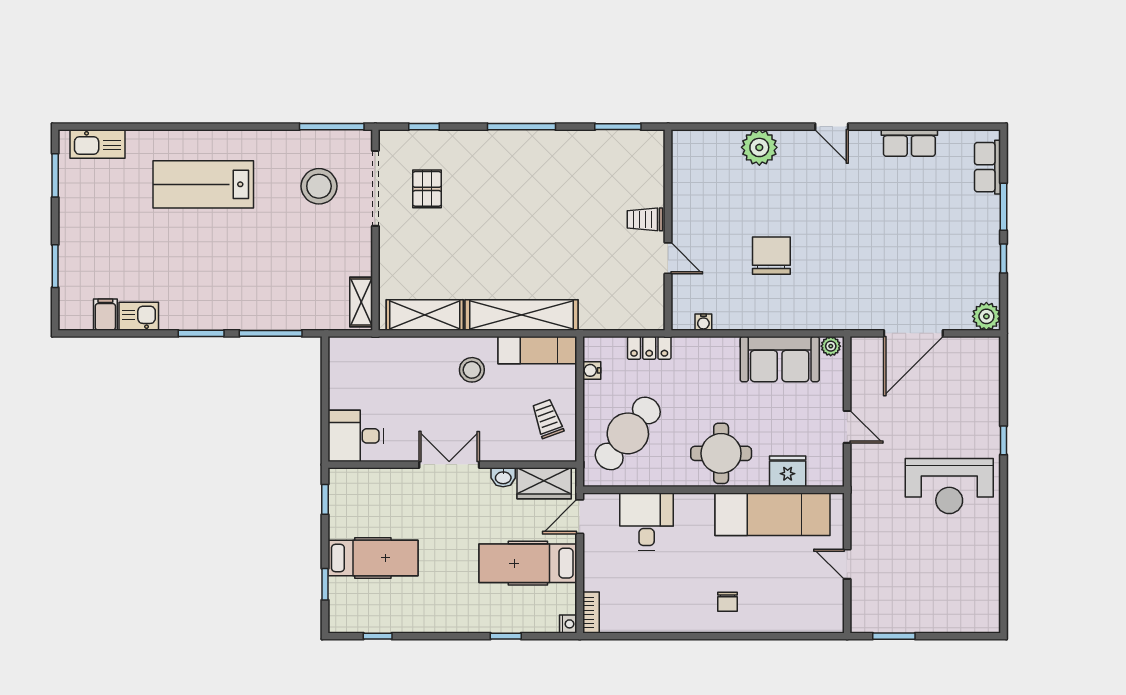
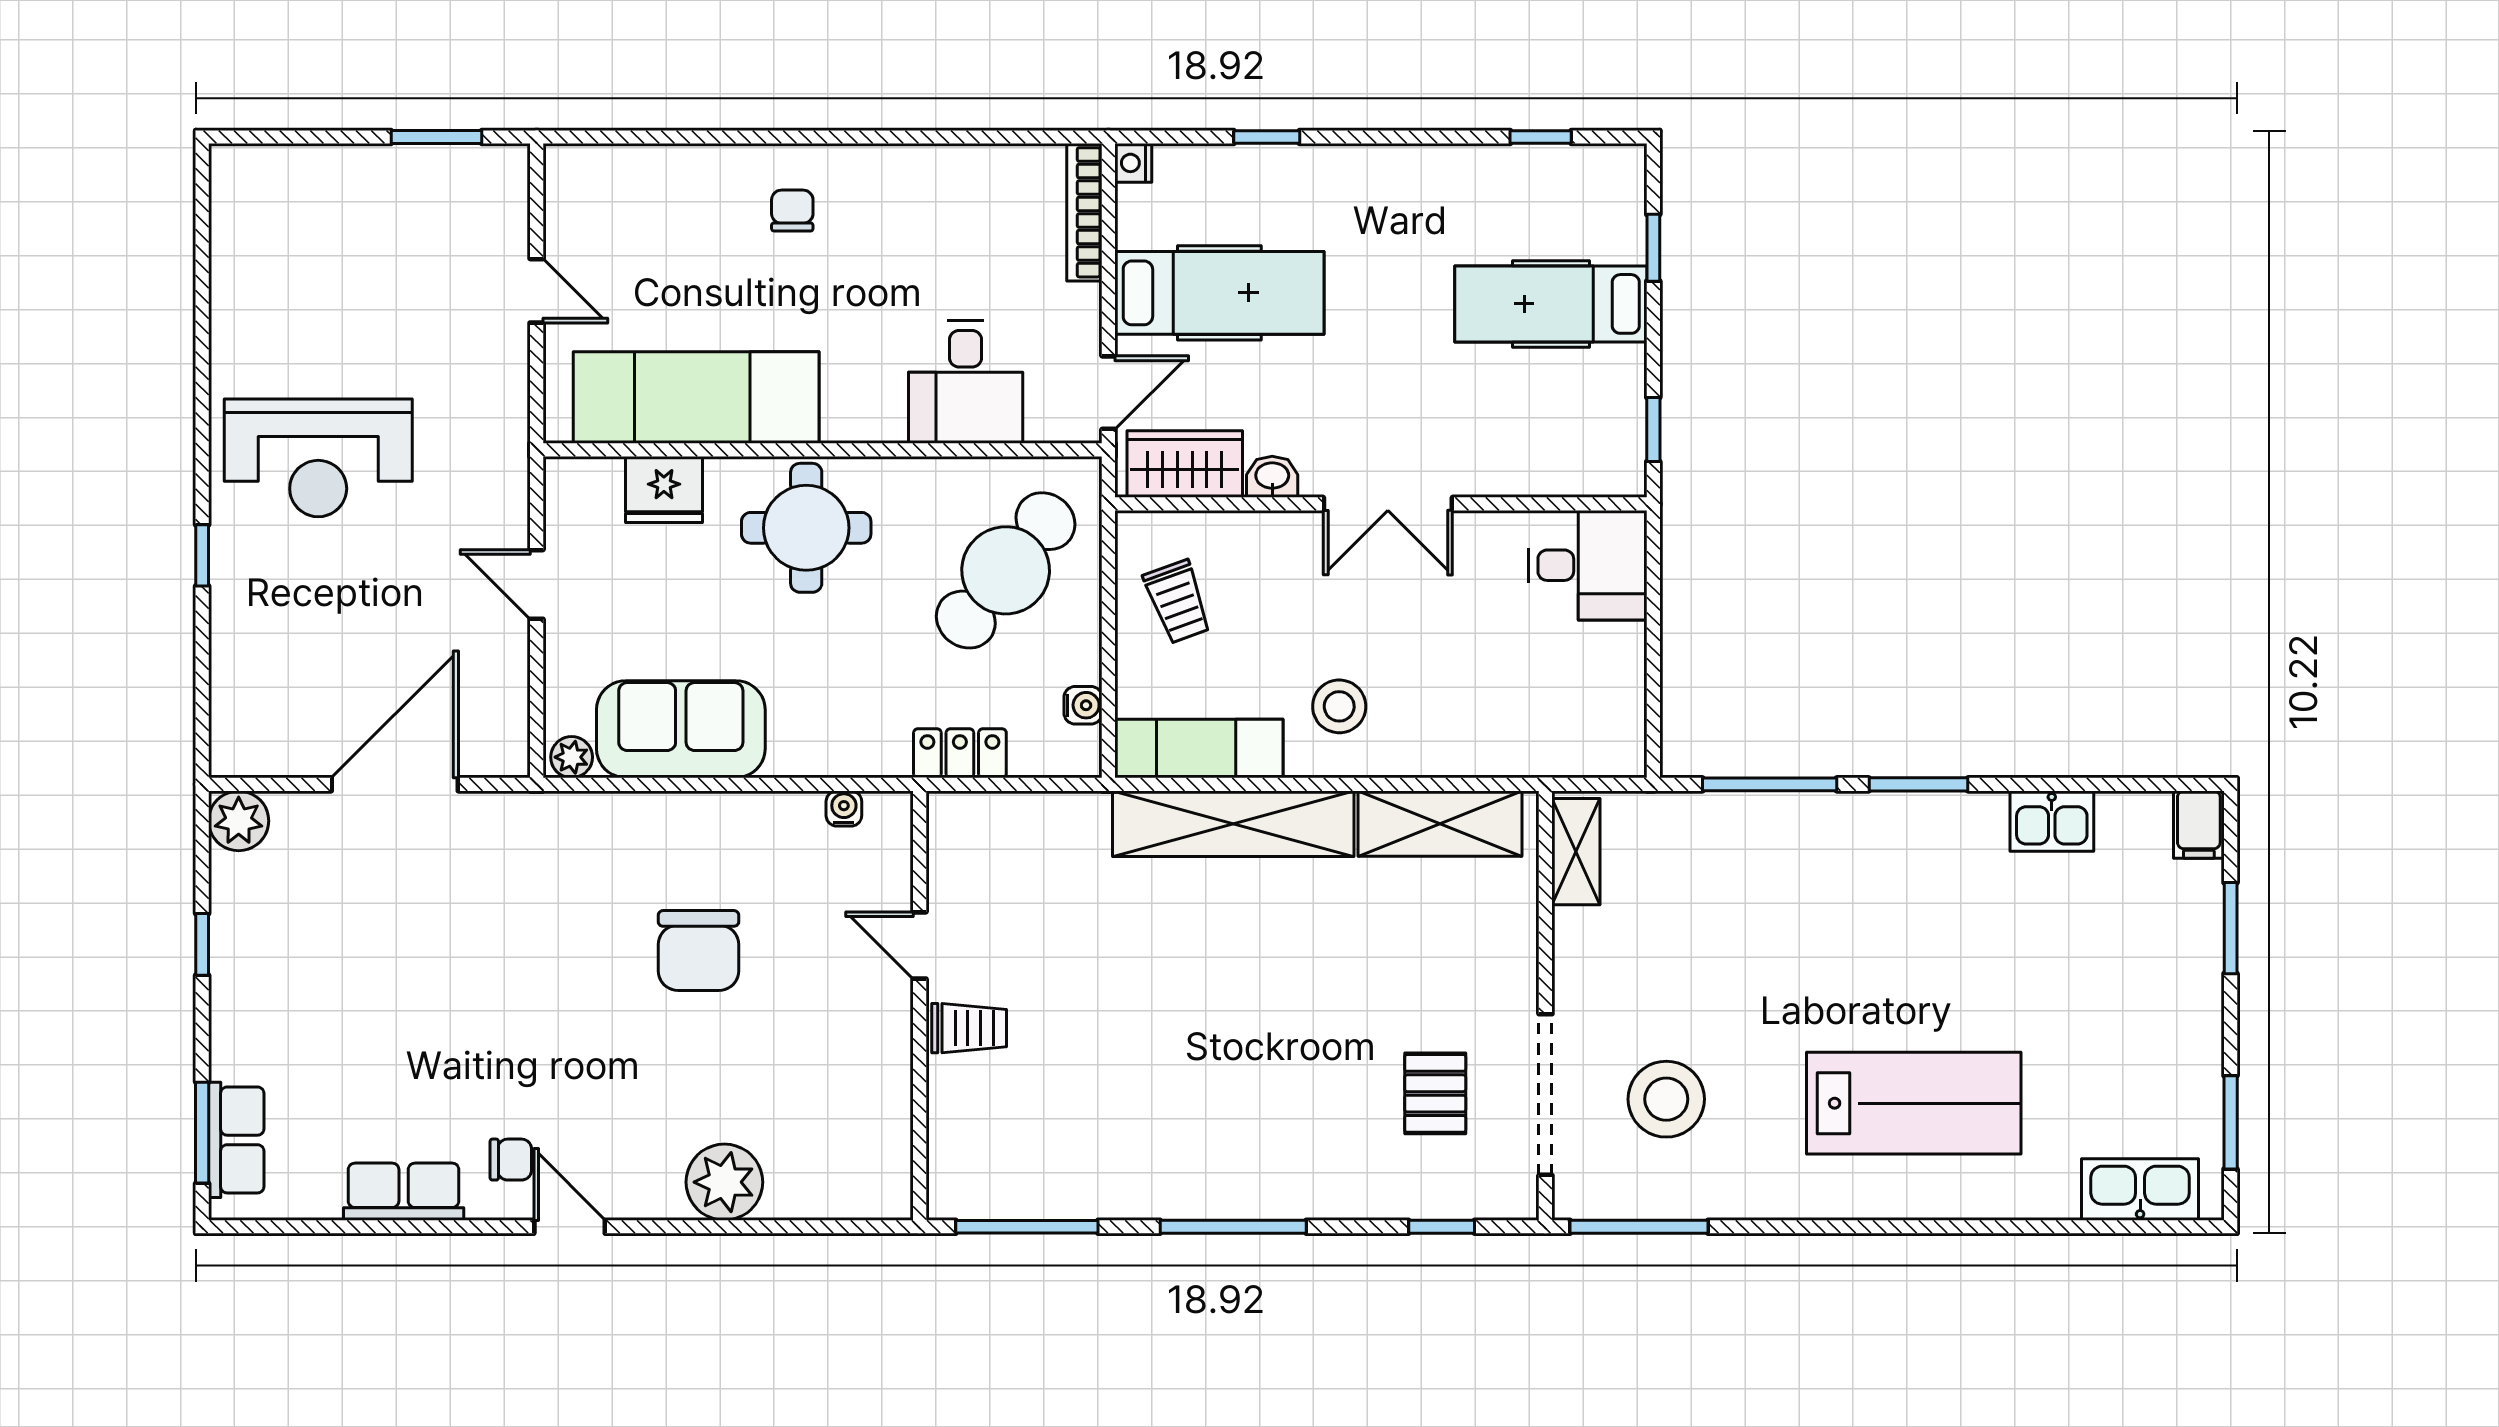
window: (618, 127) -> (1027, 1227), width x1.44
chair: (859, 158) -> (511, 1160), added
window: (1003, 207) -> (202, 1133), moved
filing cabinet: (105, 315) -> (2199, 825), moved
reception desk: (949, 486) -> (318, 458), turned 180
bookcase: (591, 612) -> (1084, 212), width x1.56

